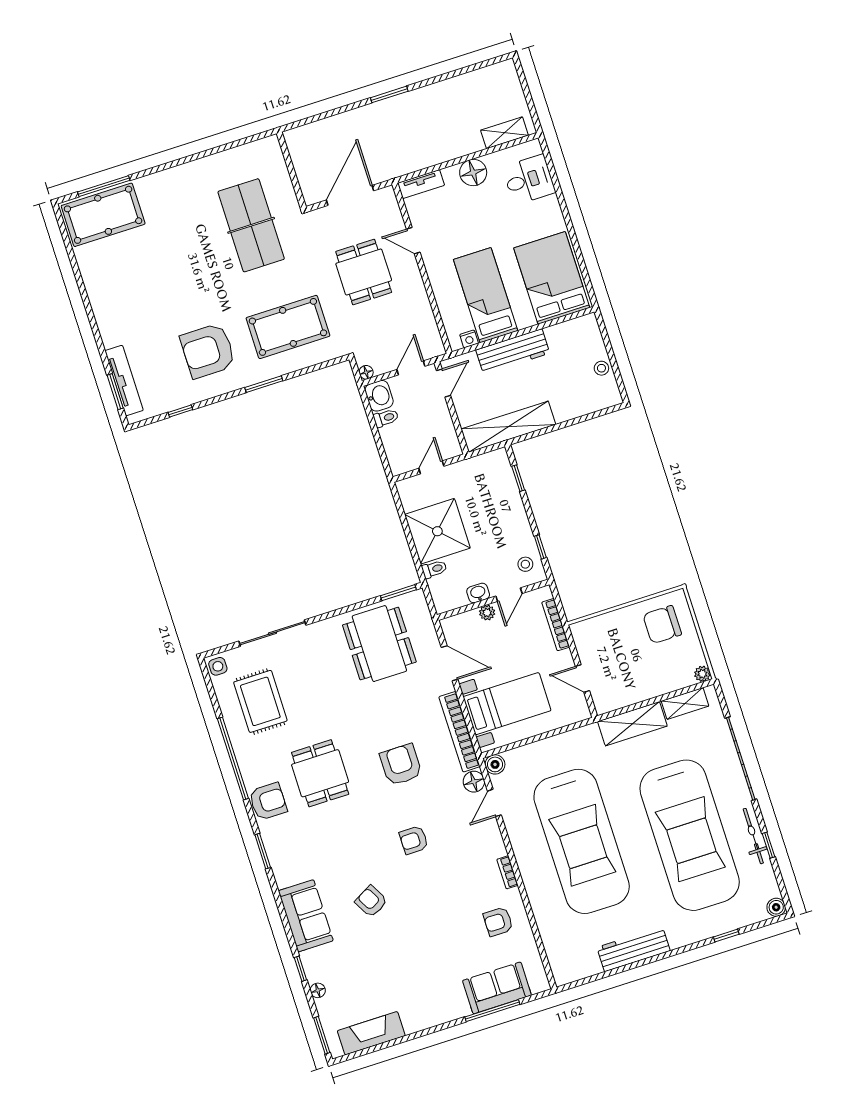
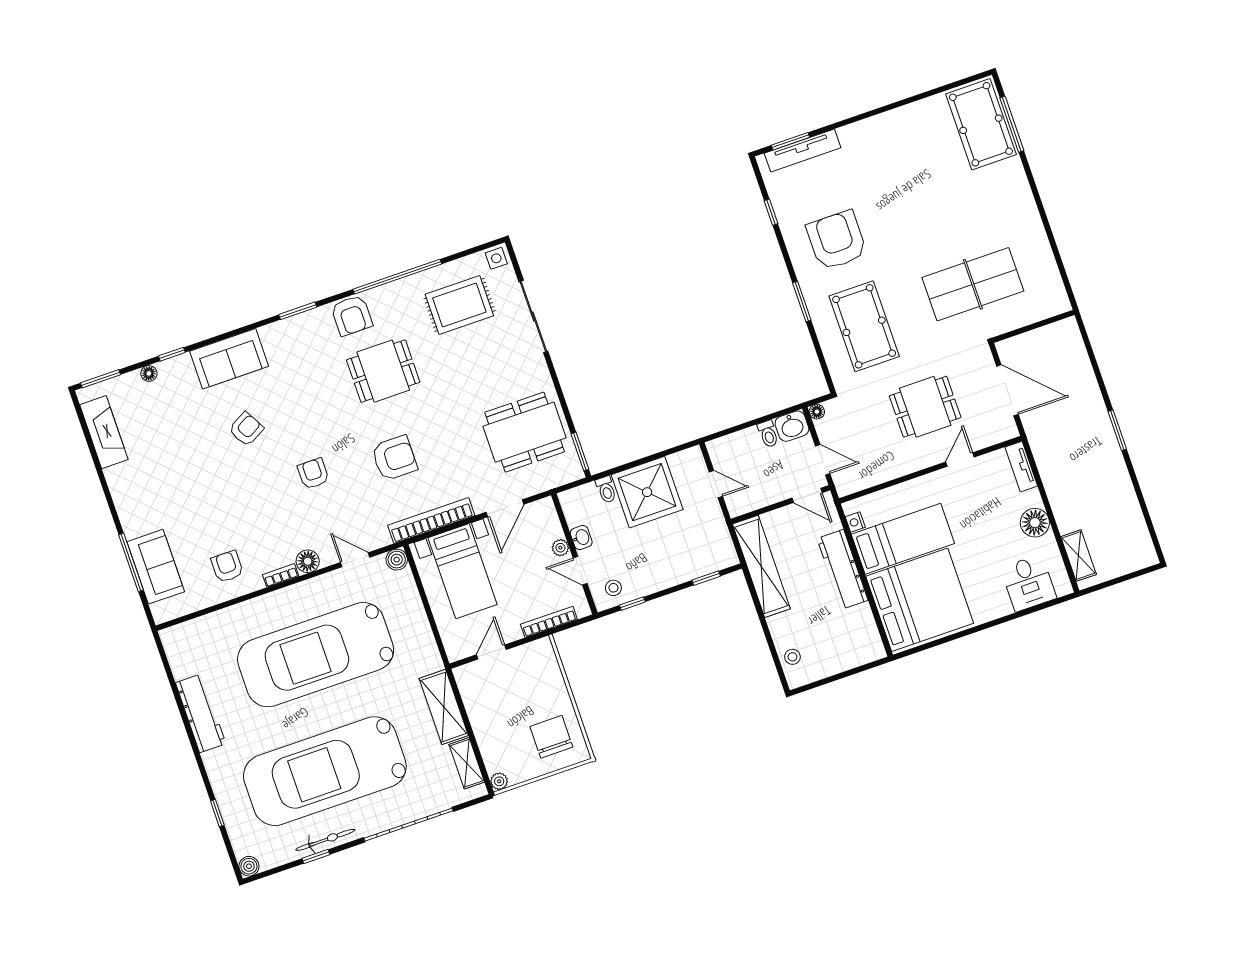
bed: (552, 278) -> (920, 600), width x1.36
stool: (601, 368) -> (792, 657), moved
floor lamp: (474, 782) -> (308, 561), moved

